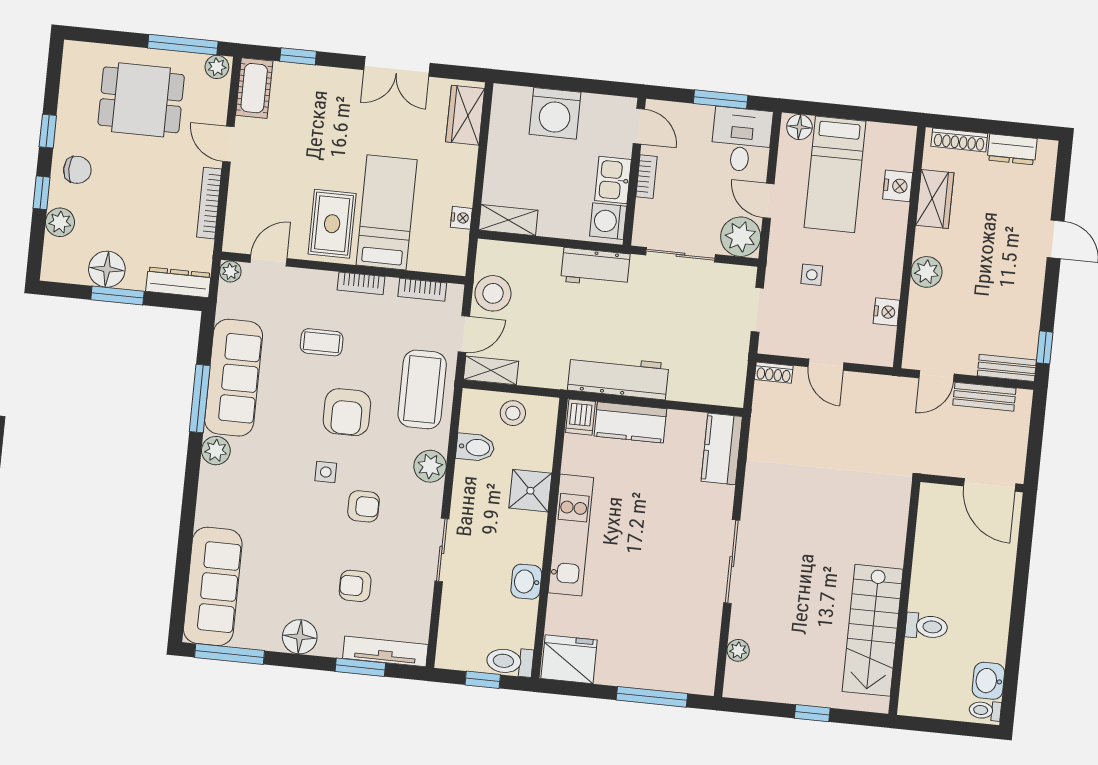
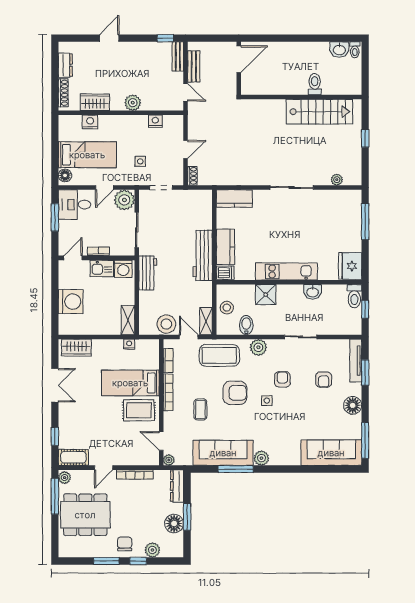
dining table: (141, 100) -> (85, 515), width x1.38
window: (48, 131) -> (106, 561), width x1.50
bookcase: (361, 283) -> (168, 392), width x1.56

